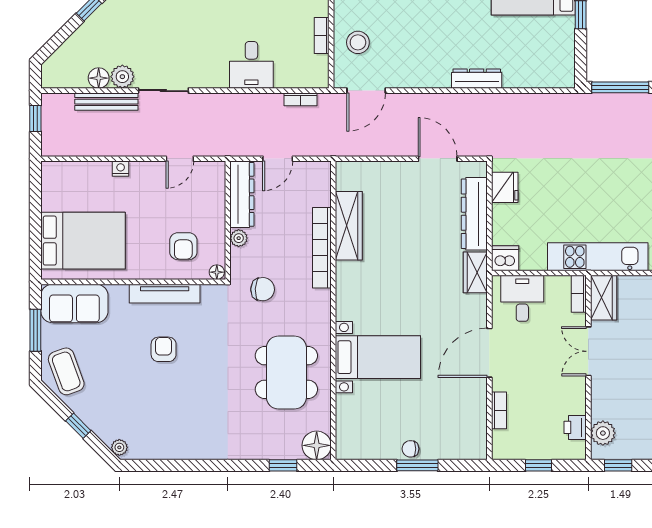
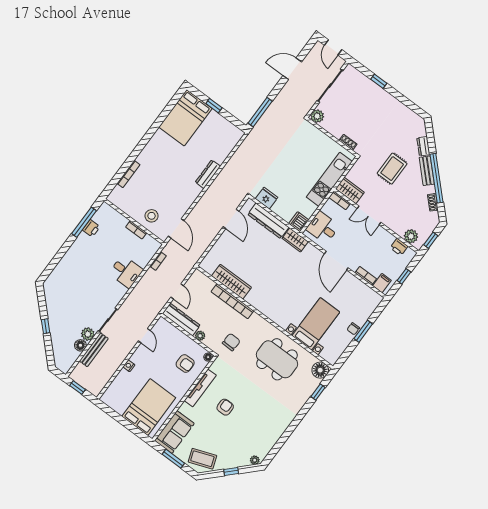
door: (438, 159) -> (231, 219), swing flipped
armchair: (164, 349) -> (225, 407), turned 90
bed with nightstands: (378, 357) -> (316, 324), moved
filing cabinet: (506, 441) -> (382, 283), added

